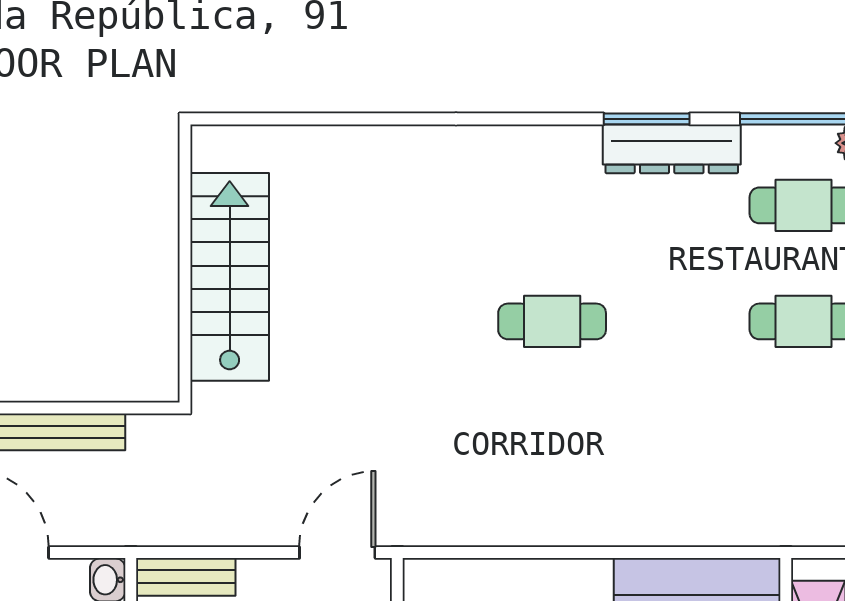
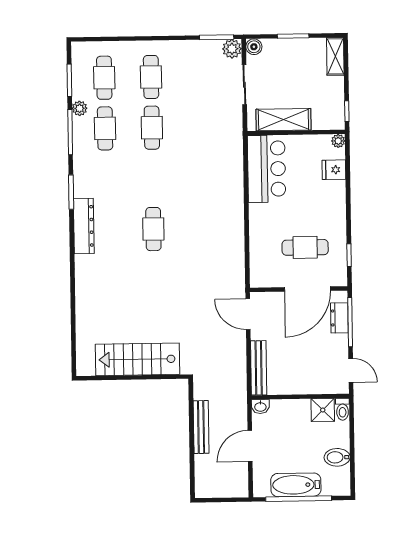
dresser: (672, 149) -> (84, 226), moved
bench: (186, 577) -> (259, 368), width x1.36

